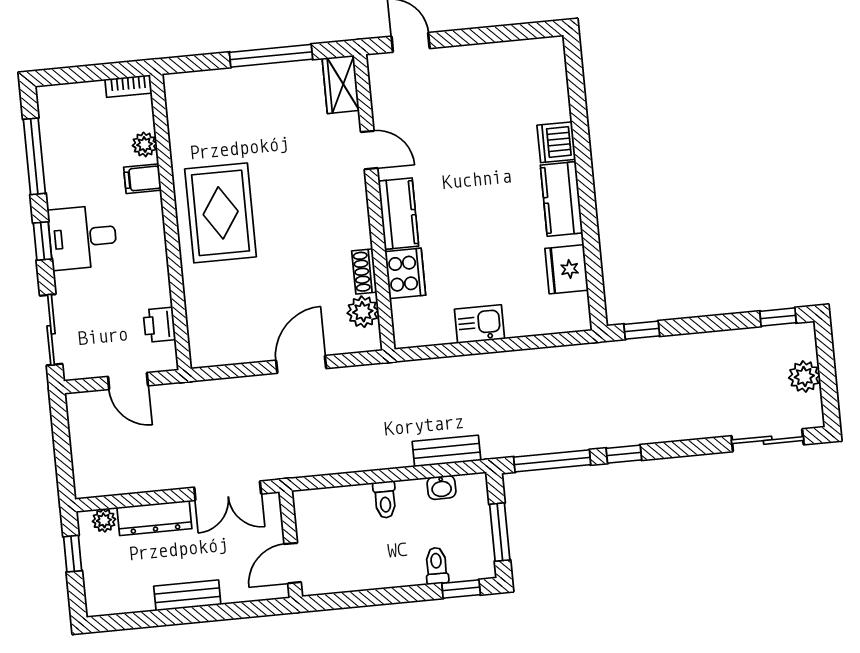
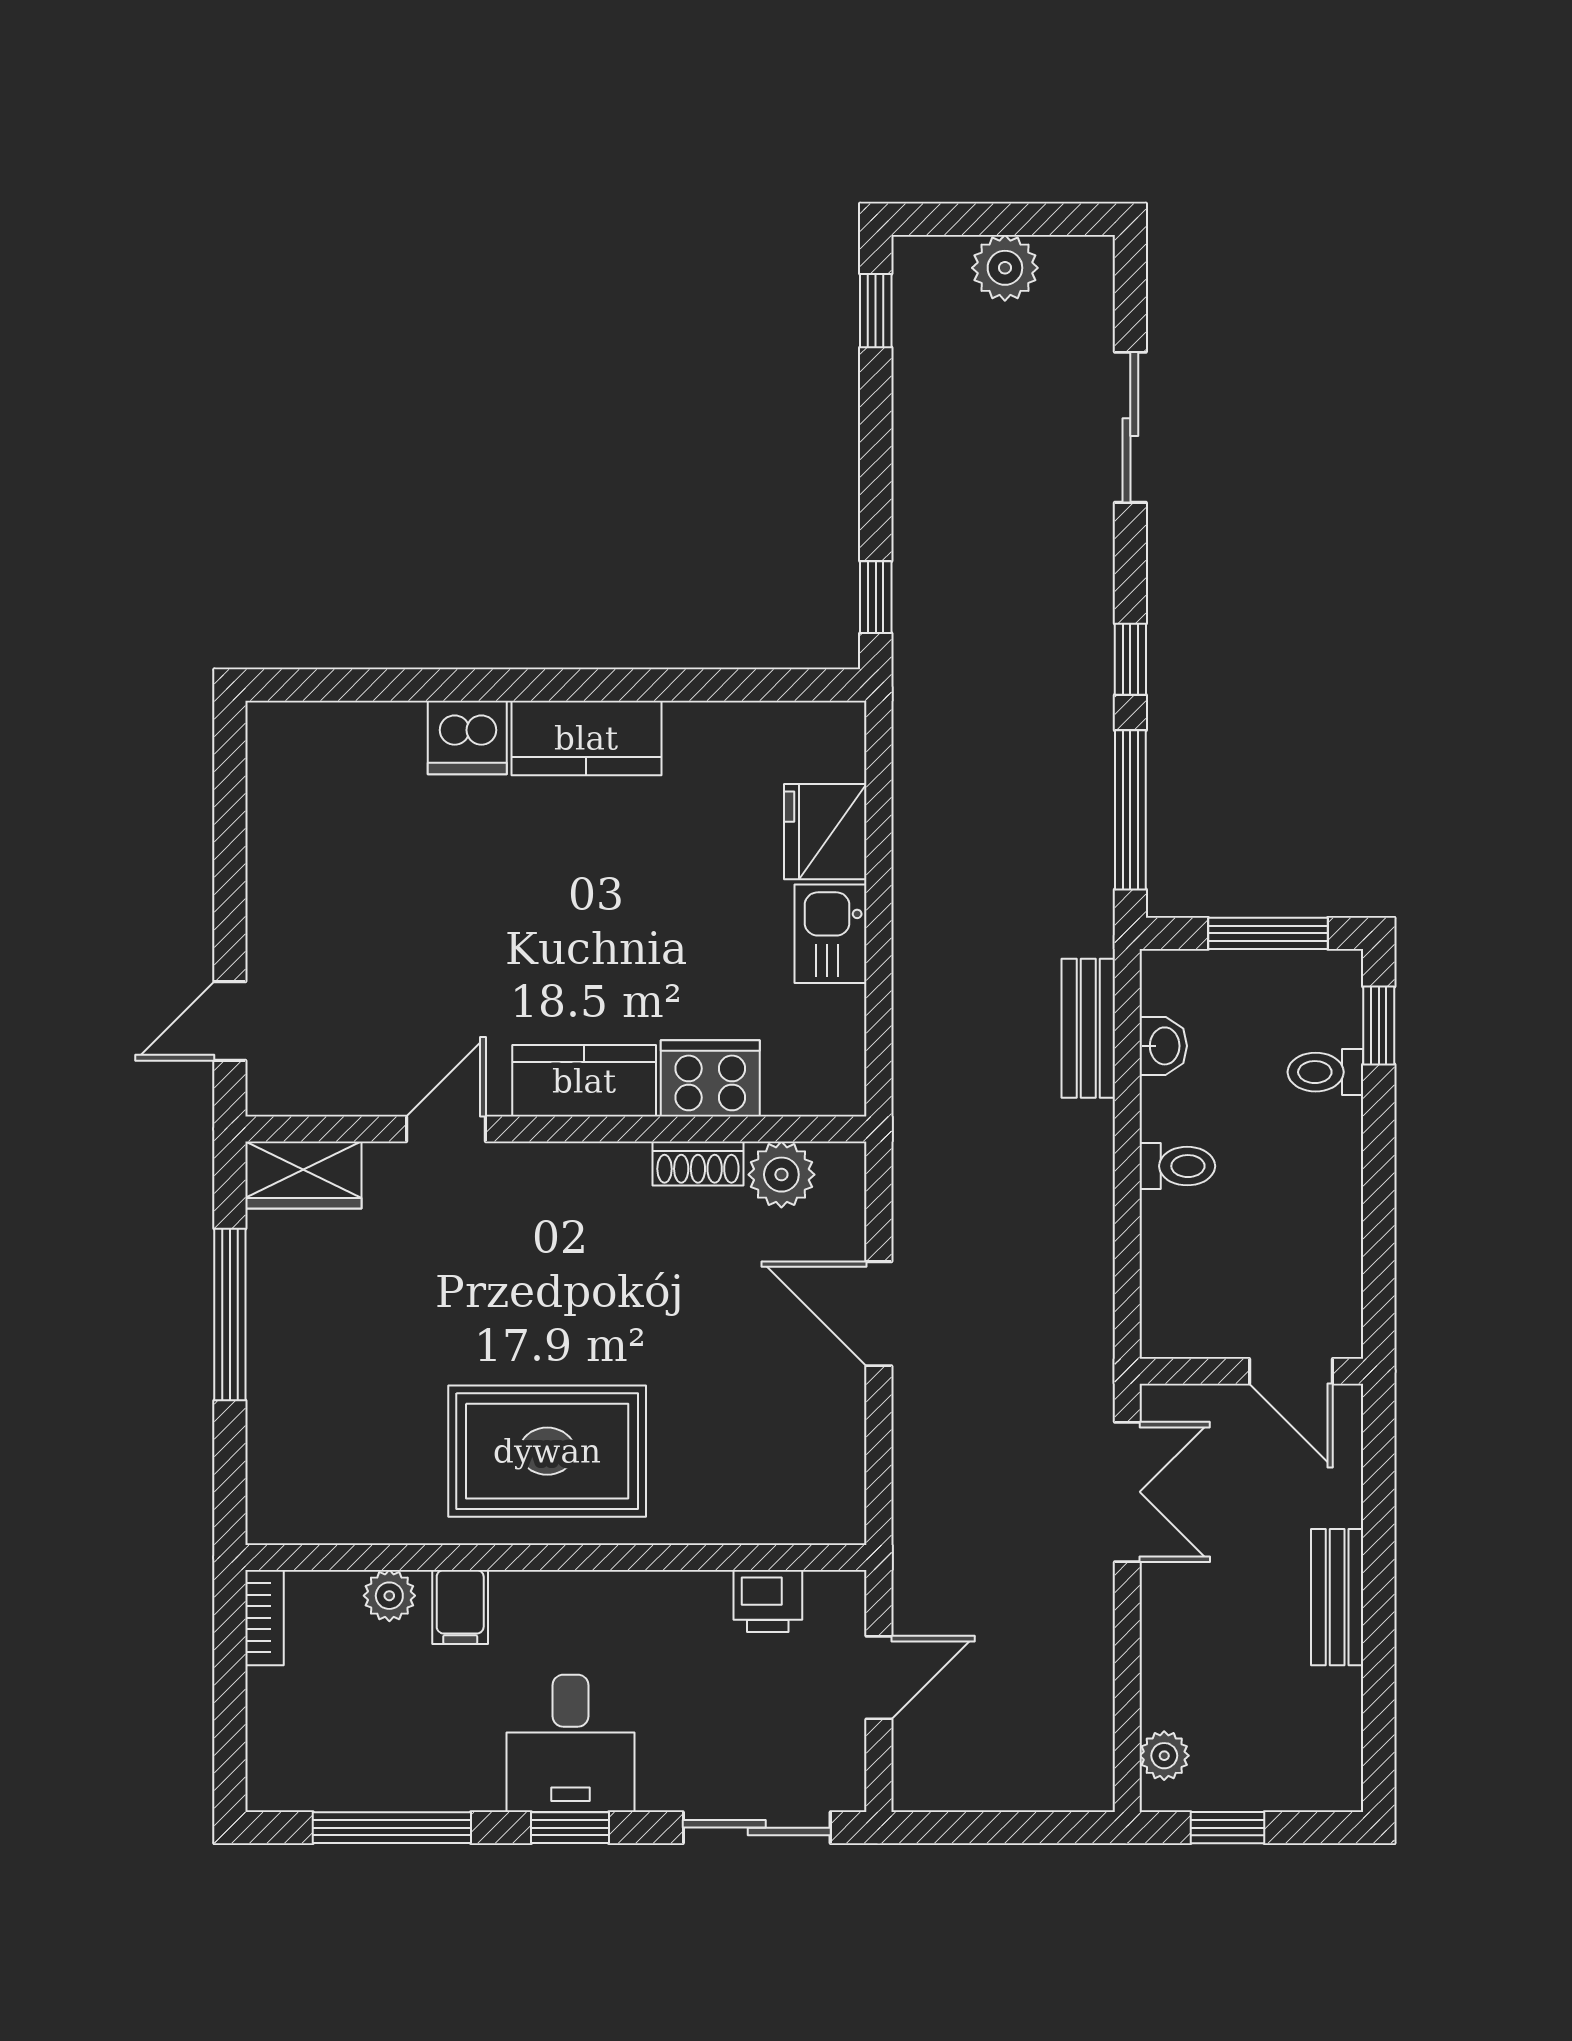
fridge: (567, 269) -> (825, 832), moved, turned 90
sliding door: (768, 440) -> (1130, 427), moved
dresser: (154, 518) -> (1169, 1650), removed

